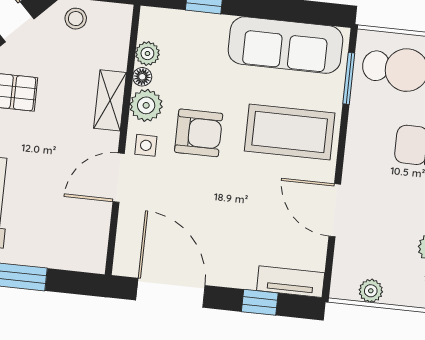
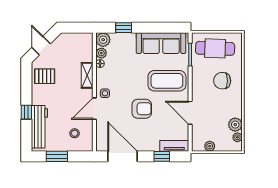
stool: (76, 19) -> (75, 133), moved
plant: (146, 105) -> (103, 40), moved
armchair: (199, 133) -> (142, 109), moved

